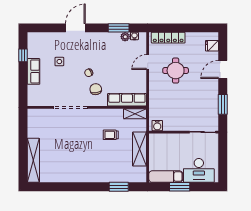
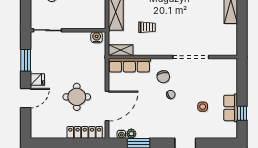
fridge: (212, 46) -> (37, 79), moved
door: (148, 62) -> (107, 106), width x1.88
row of seats: (33, 71) -> (231, 108), moved

